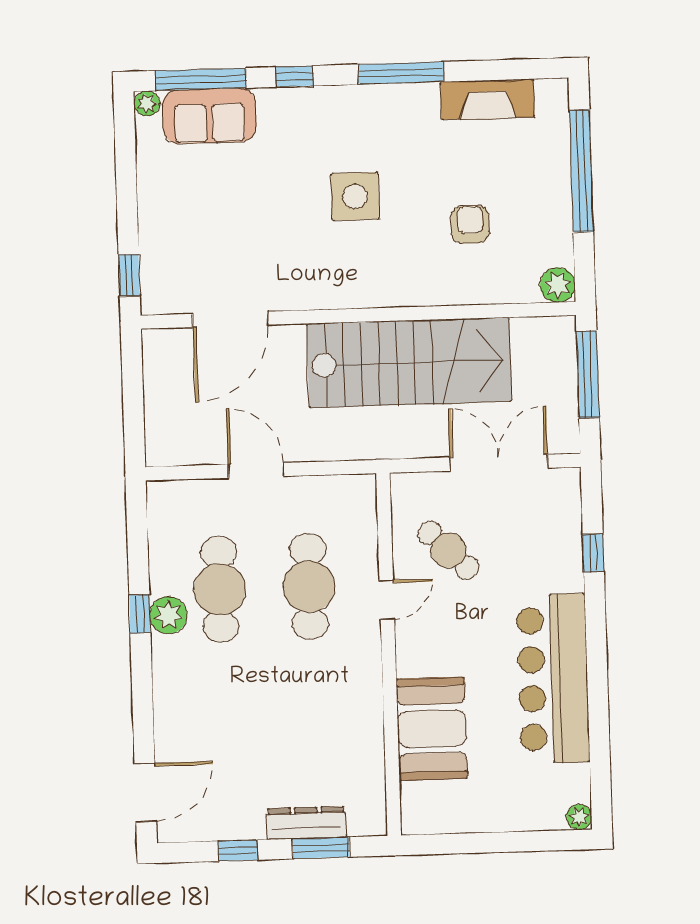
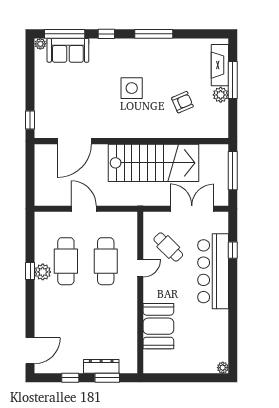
fireplace: (487, 99) -> (220, 65), moved, turned 90
window: (581, 171) -> (233, 80), width x0.68
armchair: (470, 224) -> (182, 102), turned 67
plant: (558, 285) -> (221, 95), moved
bar counter: (553, 678) -> (213, 271), moved

